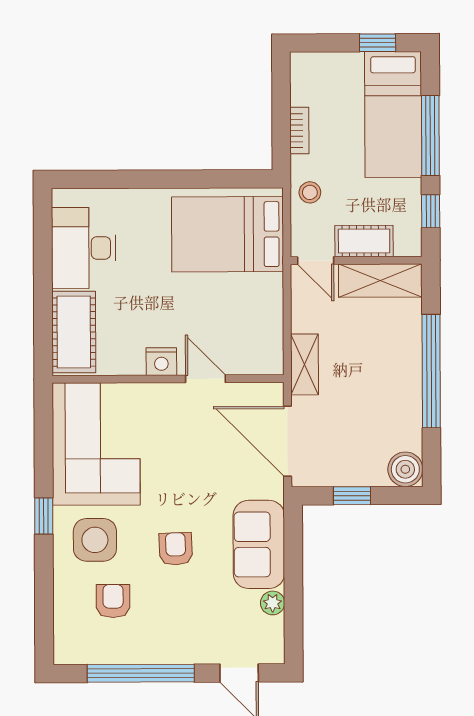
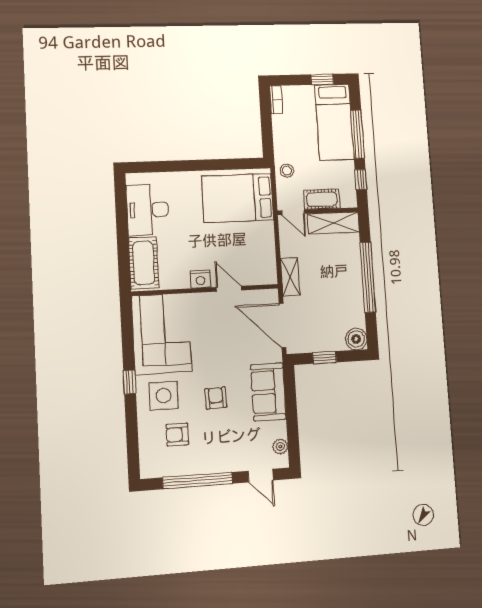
bookcase: (299, 130) -> (276, 100), moved
armchair: (113, 601) -> (177, 435), turned -90
plant: (273, 603) -> (280, 446), moved

